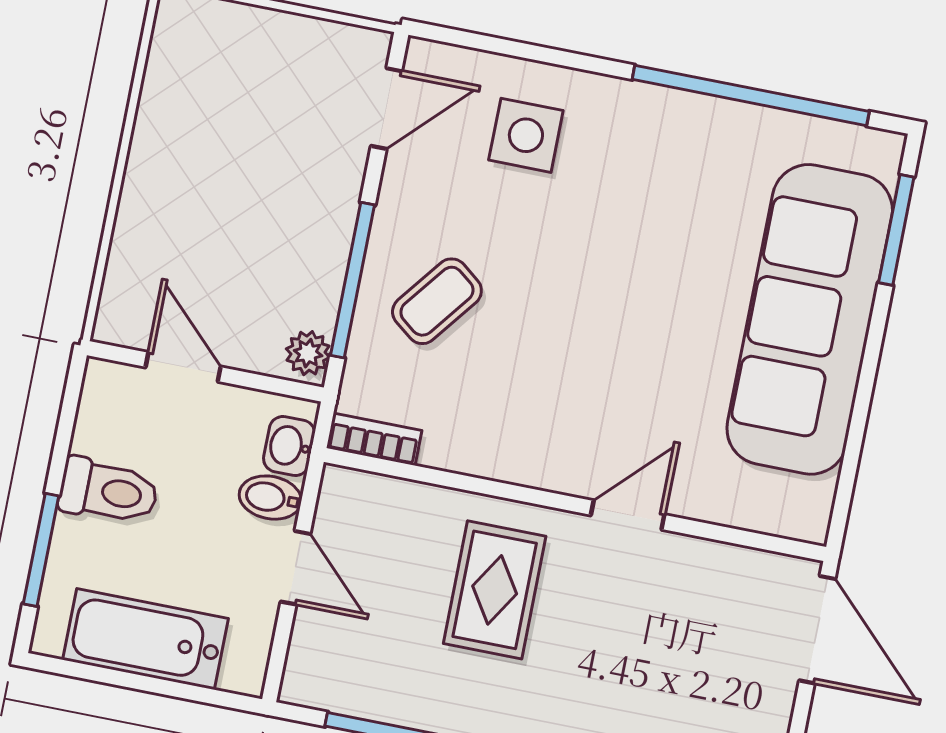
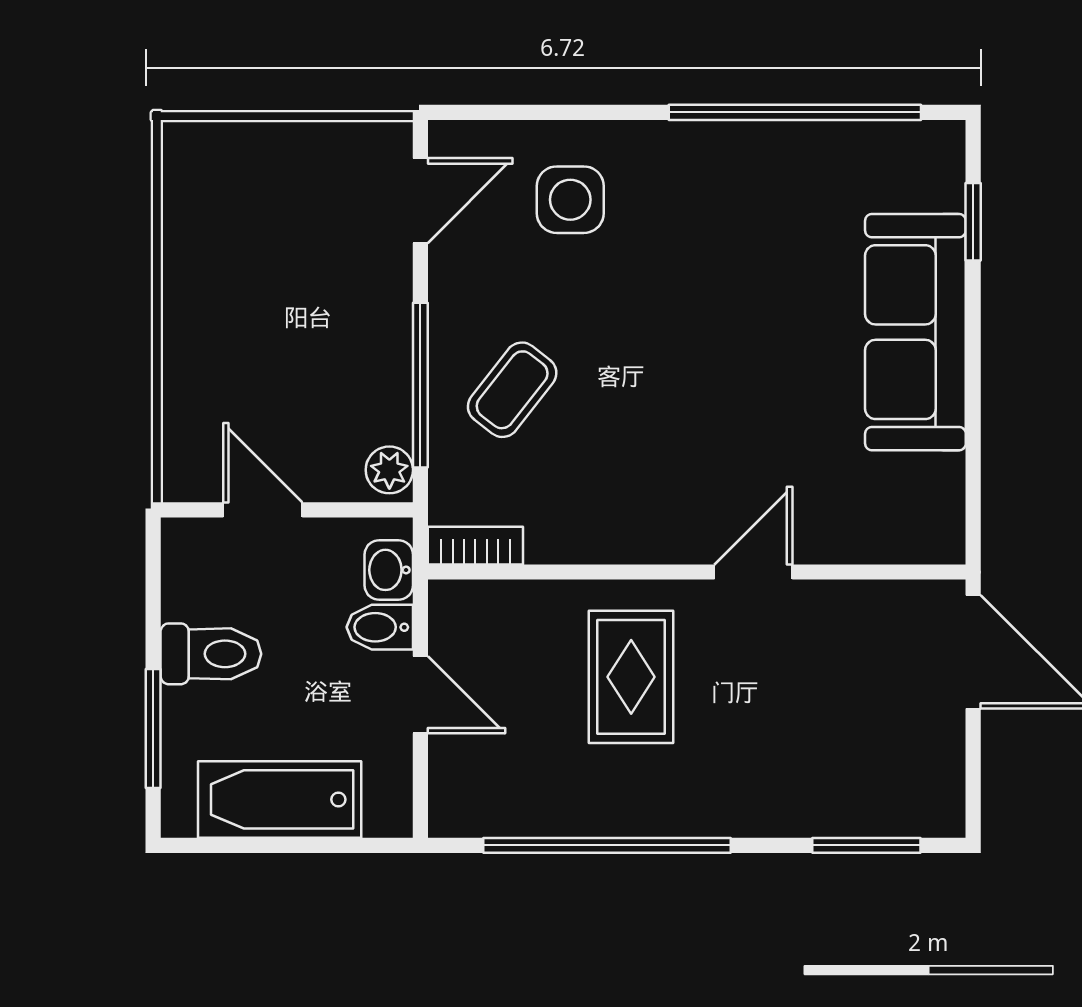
window: (896, 230) -> (973, 222), width x0.67
sofa: (810, 319) -> (915, 332), width x0.74, depth x0.79

